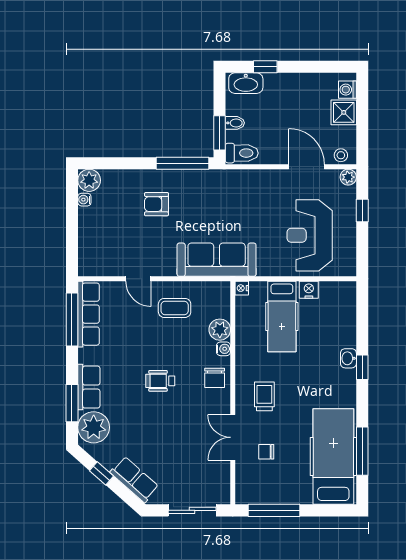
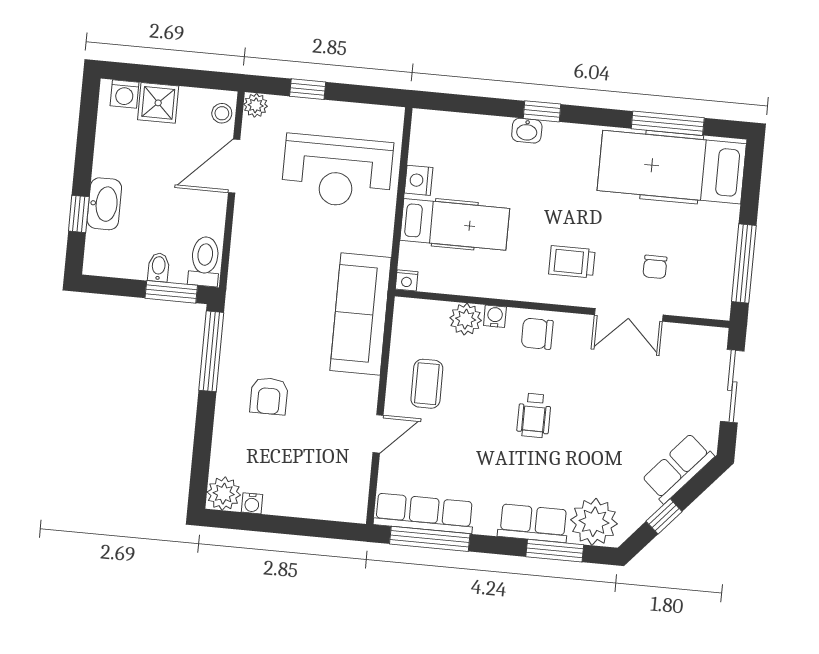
washbasin: (246, 83) -> (104, 204), moved
chair: (215, 378) -> (537, 334), turned 180

